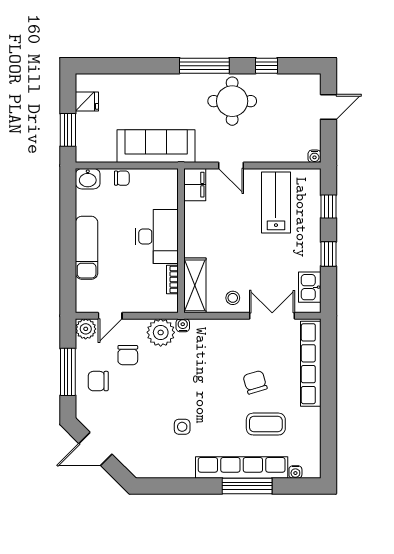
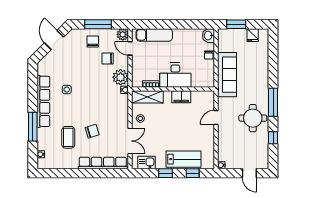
filing cabinet: (195, 185) -> (181, 97), moved
lab bench: (276, 203) -> (183, 159), moved
exam couch: (87, 248) -> (154, 35), moved
row of seats: (242, 467) -> (43, 101), moved

